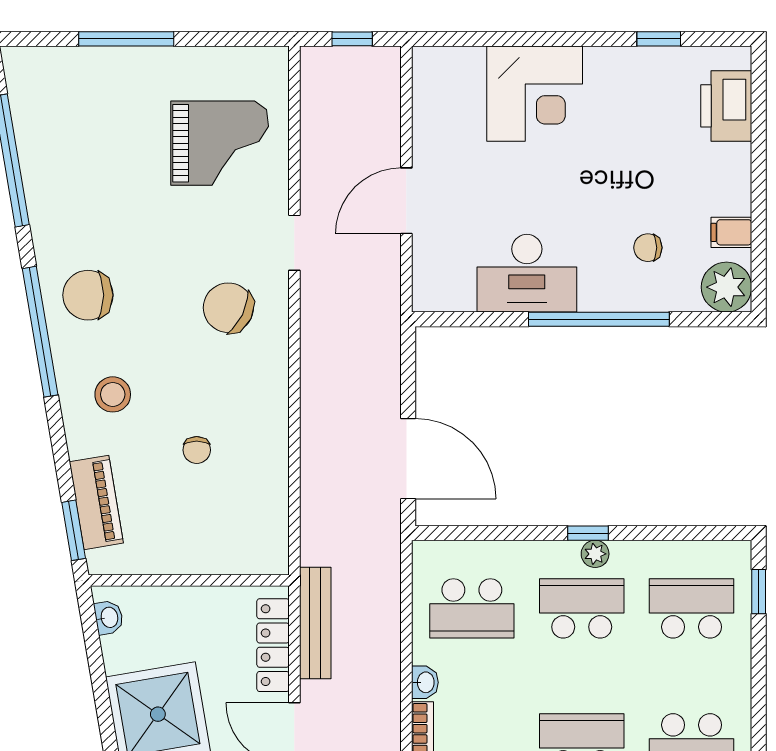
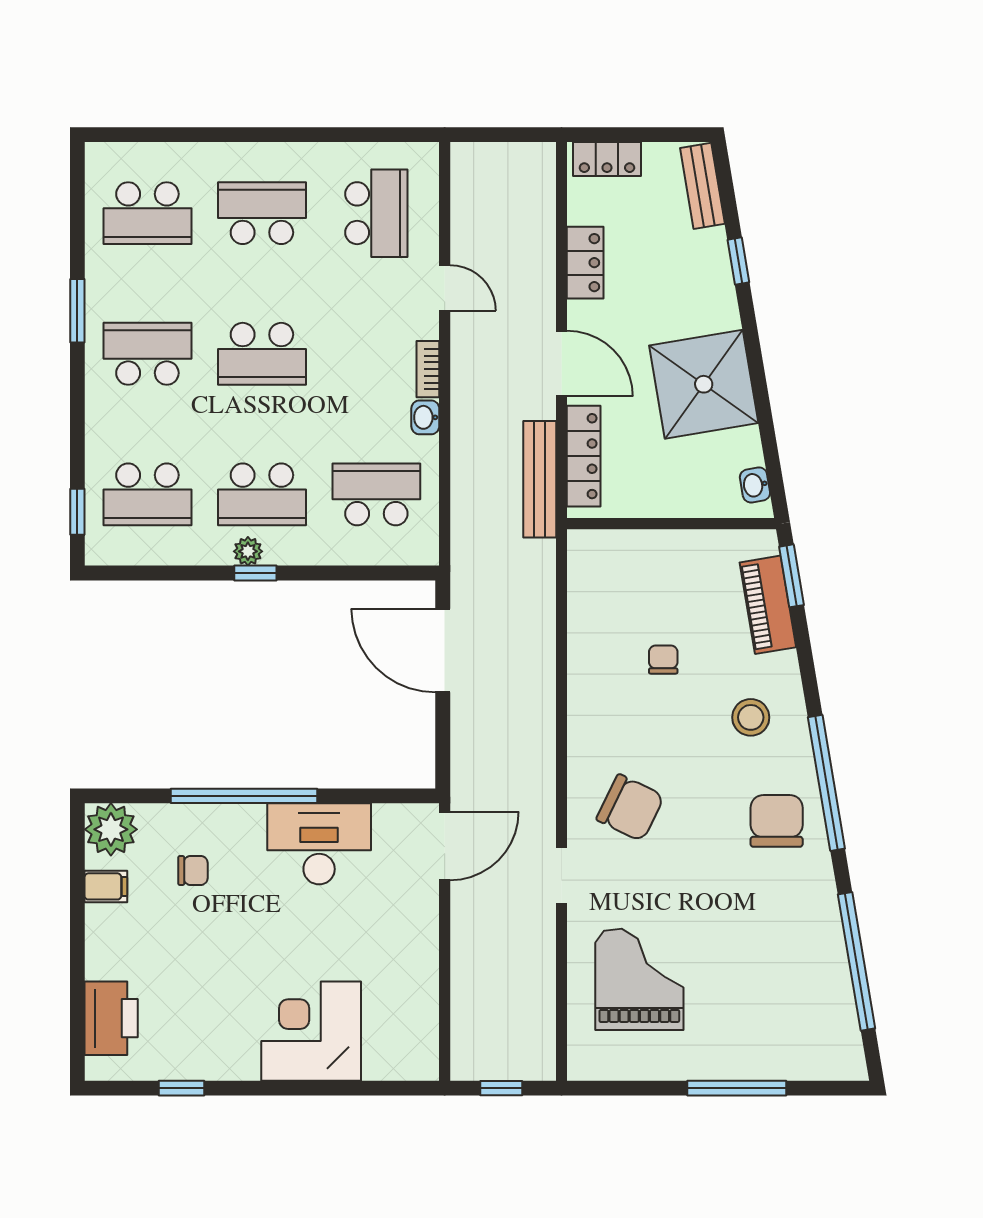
grand piano: (220, 143) -> (639, 979), turned 90
door: (406, 201) -> (445, 846), moved
chair: (88, 295) -> (777, 821), turned -90

